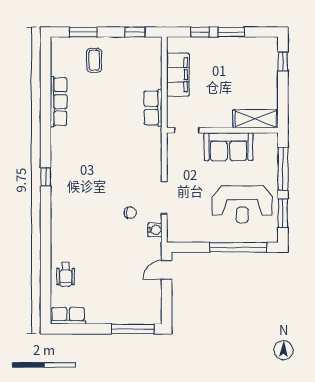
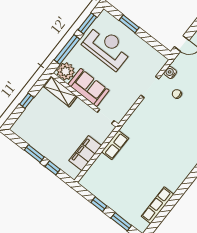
window: (135, 32) -> (99, 204), moved
coffee table: (94, 60) -> (128, 200), removed
window: (283, 61) -> (27, 101), moved
row of seats: (59, 102) -> (157, 205), moved
plant: (266, 145) -> (66, 71), added
window: (238, 247) -> (129, 24), width x0.47

